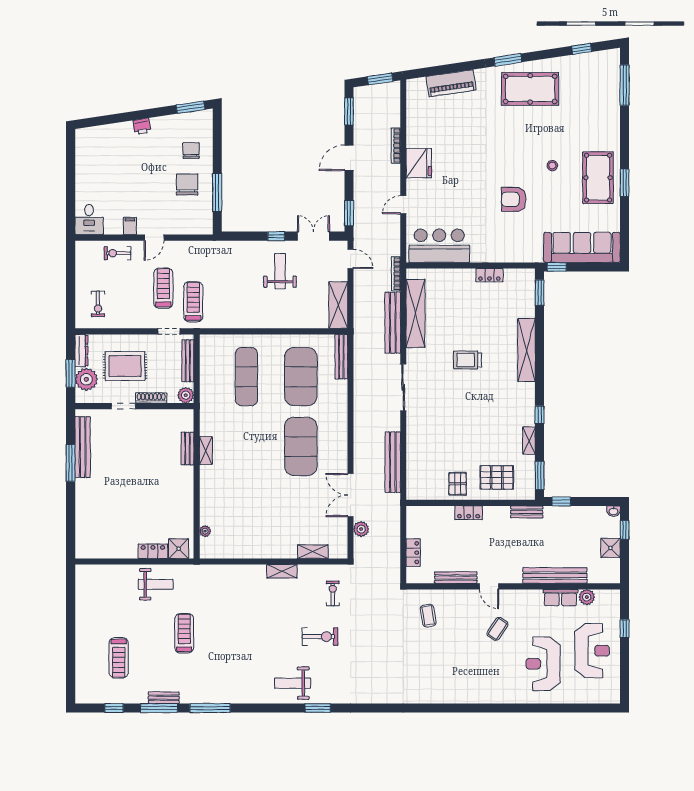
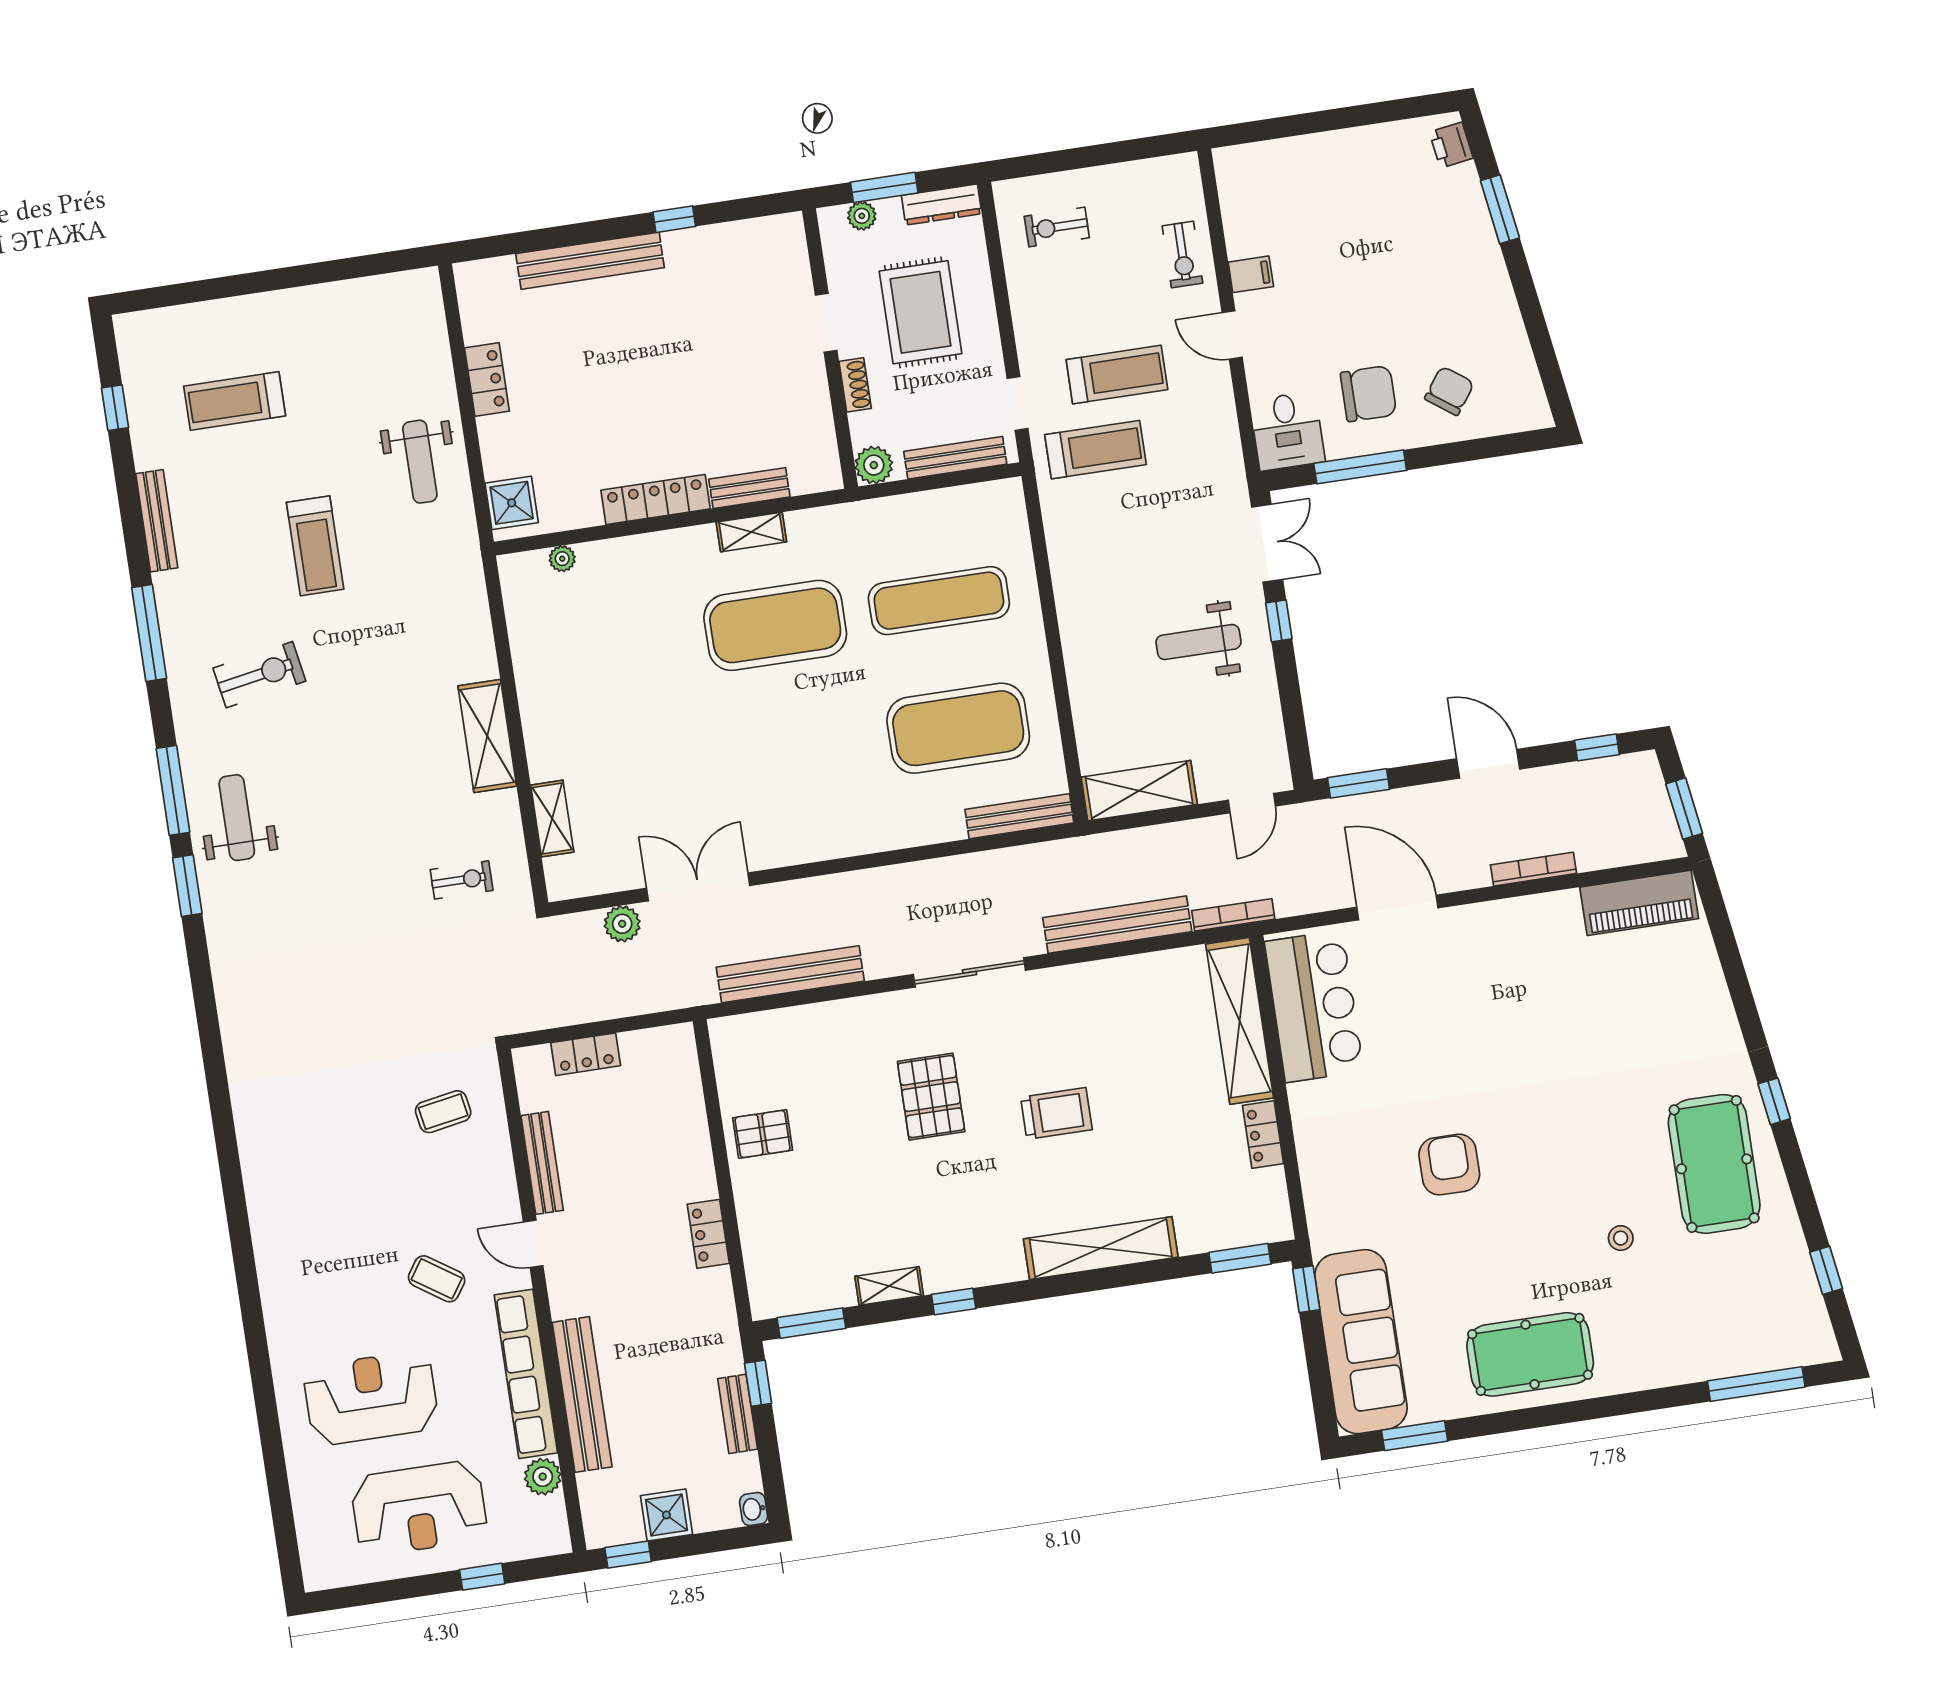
window: (508, 60) -> (1774, 1101), width x0.67
piano: (451, 83) -> (1639, 903), moved, turned -82
window: (190, 107) -> (1500, 209), moved
window: (349, 111) -> (1597, 747), width x0.67
printer: (142, 126) -> (1451, 145), moved
chair: (191, 151) -> (1449, 391), turned -54
fridge: (419, 163) -> (1500, 929), removed
stool: (552, 166) -> (1621, 1238), moved
window: (625, 183) -> (1415, 1436), moved
door: (403, 205) -> (1397, 908), width x1.88
desk: (89, 220) -> (1287, 431), moved, turned -90
double door: (313, 236) -> (1267, 543), moved
exercise bike: (117, 253) -> (1182, 255), turned 180
weight bench: (280, 271) -> (1198, 642), turned 180
shelving: (416, 313) -> (1240, 1021), moved, turned 90
trolley: (468, 360) -> (1056, 1113), turned 90
plant: (86, 379) -> (862, 216), width x0.53, depth x0.53
shoe rack: (151, 398) -> (855, 385), width x0.70
exercise mat: (301, 446) -> (775, 625), moved
bench: (83, 447) -> (590, 261), moved
window: (71, 463) -> (674, 219), width x0.46
pallet: (497, 477) -> (931, 1097), moved
locker: (186, 488) -> (656, 500), added
bench: (527, 512) -> (738, 1414), moved
locker: (469, 513) -> (708, 1234), moved
window: (625, 530) -> (628, 1555), moved
locker: (153, 551) -> (487, 379), moved
shelving: (282, 571) -> (487, 736), width x1.50, depth x1.33
door: (489, 586) -> (533, 1244), hinge flipped
row of seats: (560, 598) -> (526, 1374), width x2.02
treadmill: (184, 633) -> (315, 546), turned 90
exercise bike: (320, 637) -> (259, 675), moved, turned -100
bench: (164, 698) -> (157, 521), width x1.36
window: (159, 708) -> (173, 790), moved

